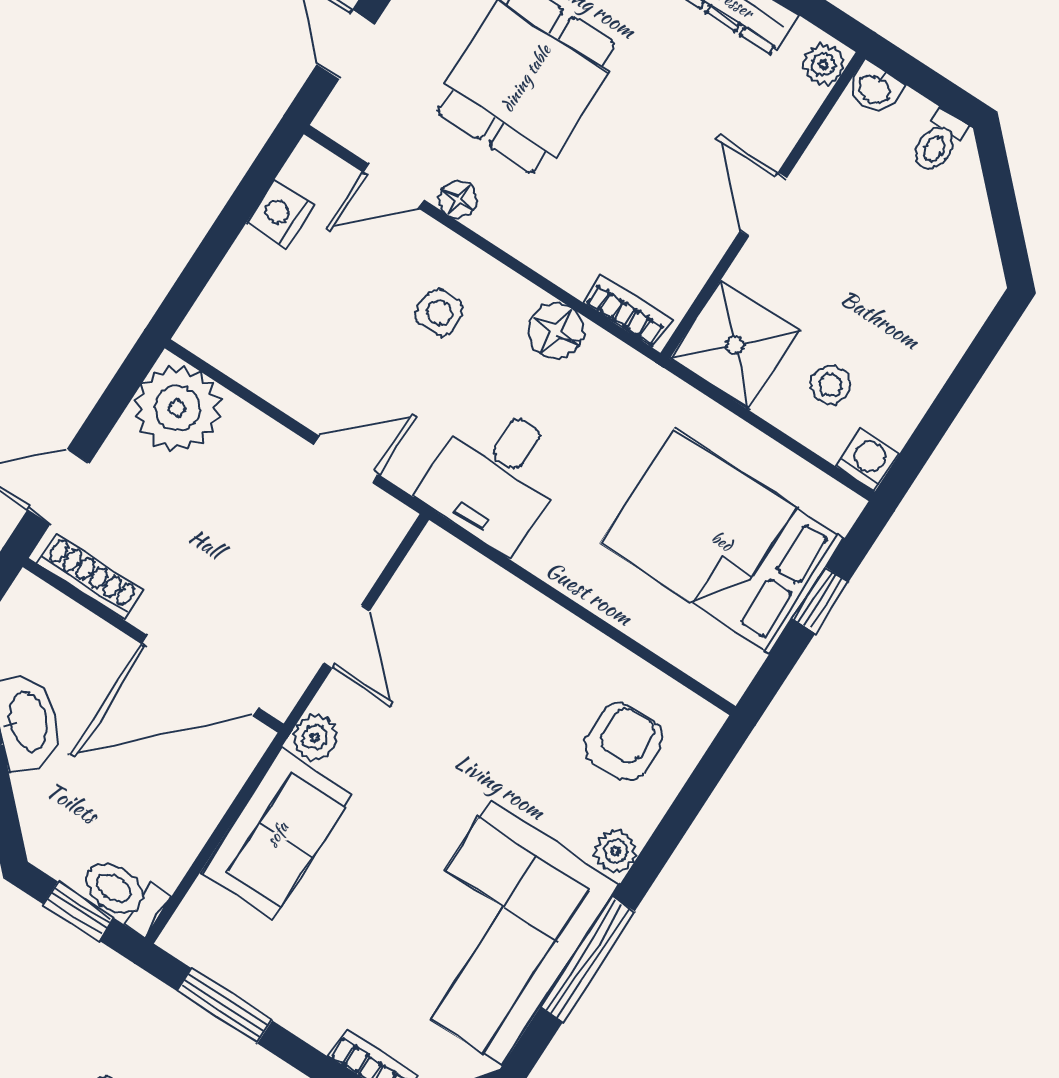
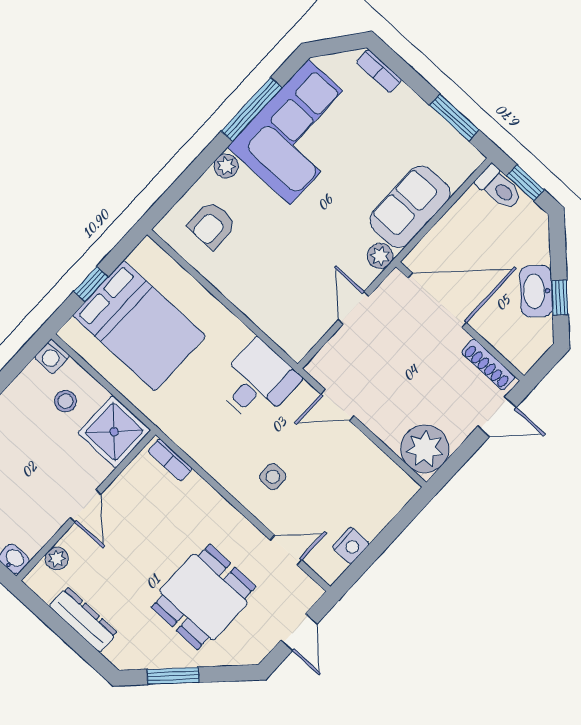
plant: (823, 64) -> (57, 559), moved
floor lamp: (458, 200) -> (252, 537), removed
floor lamp: (556, 331) -> (211, 456), removed

